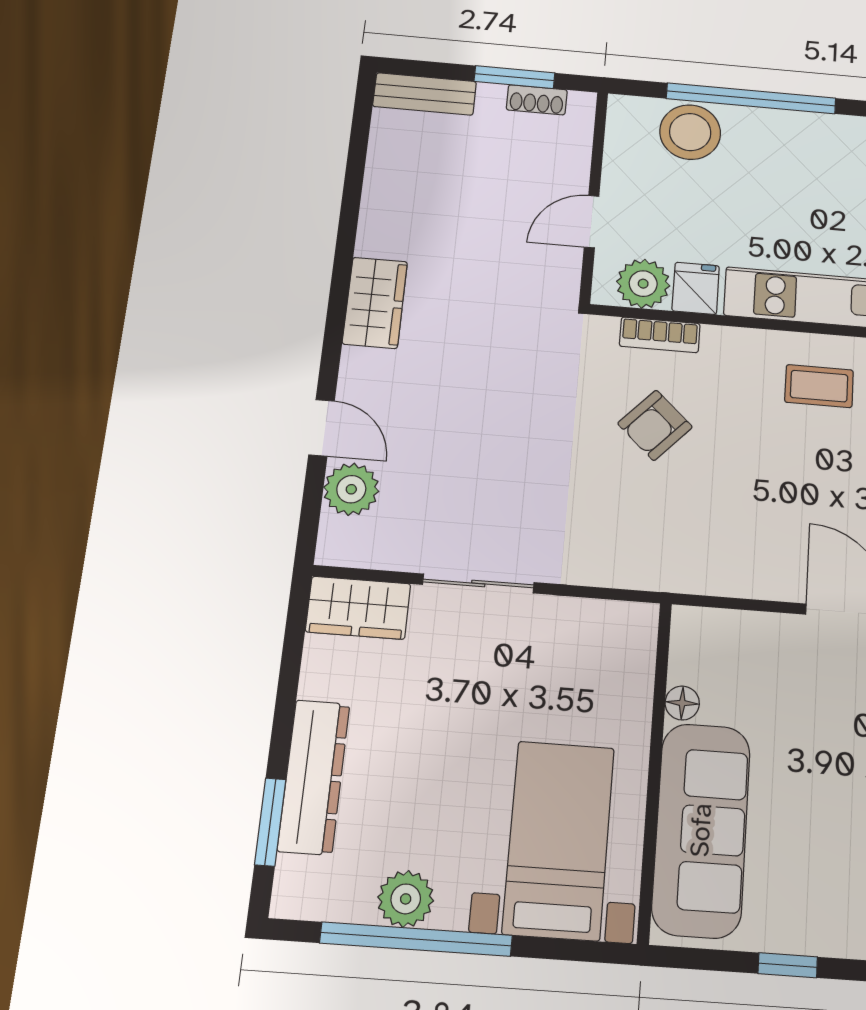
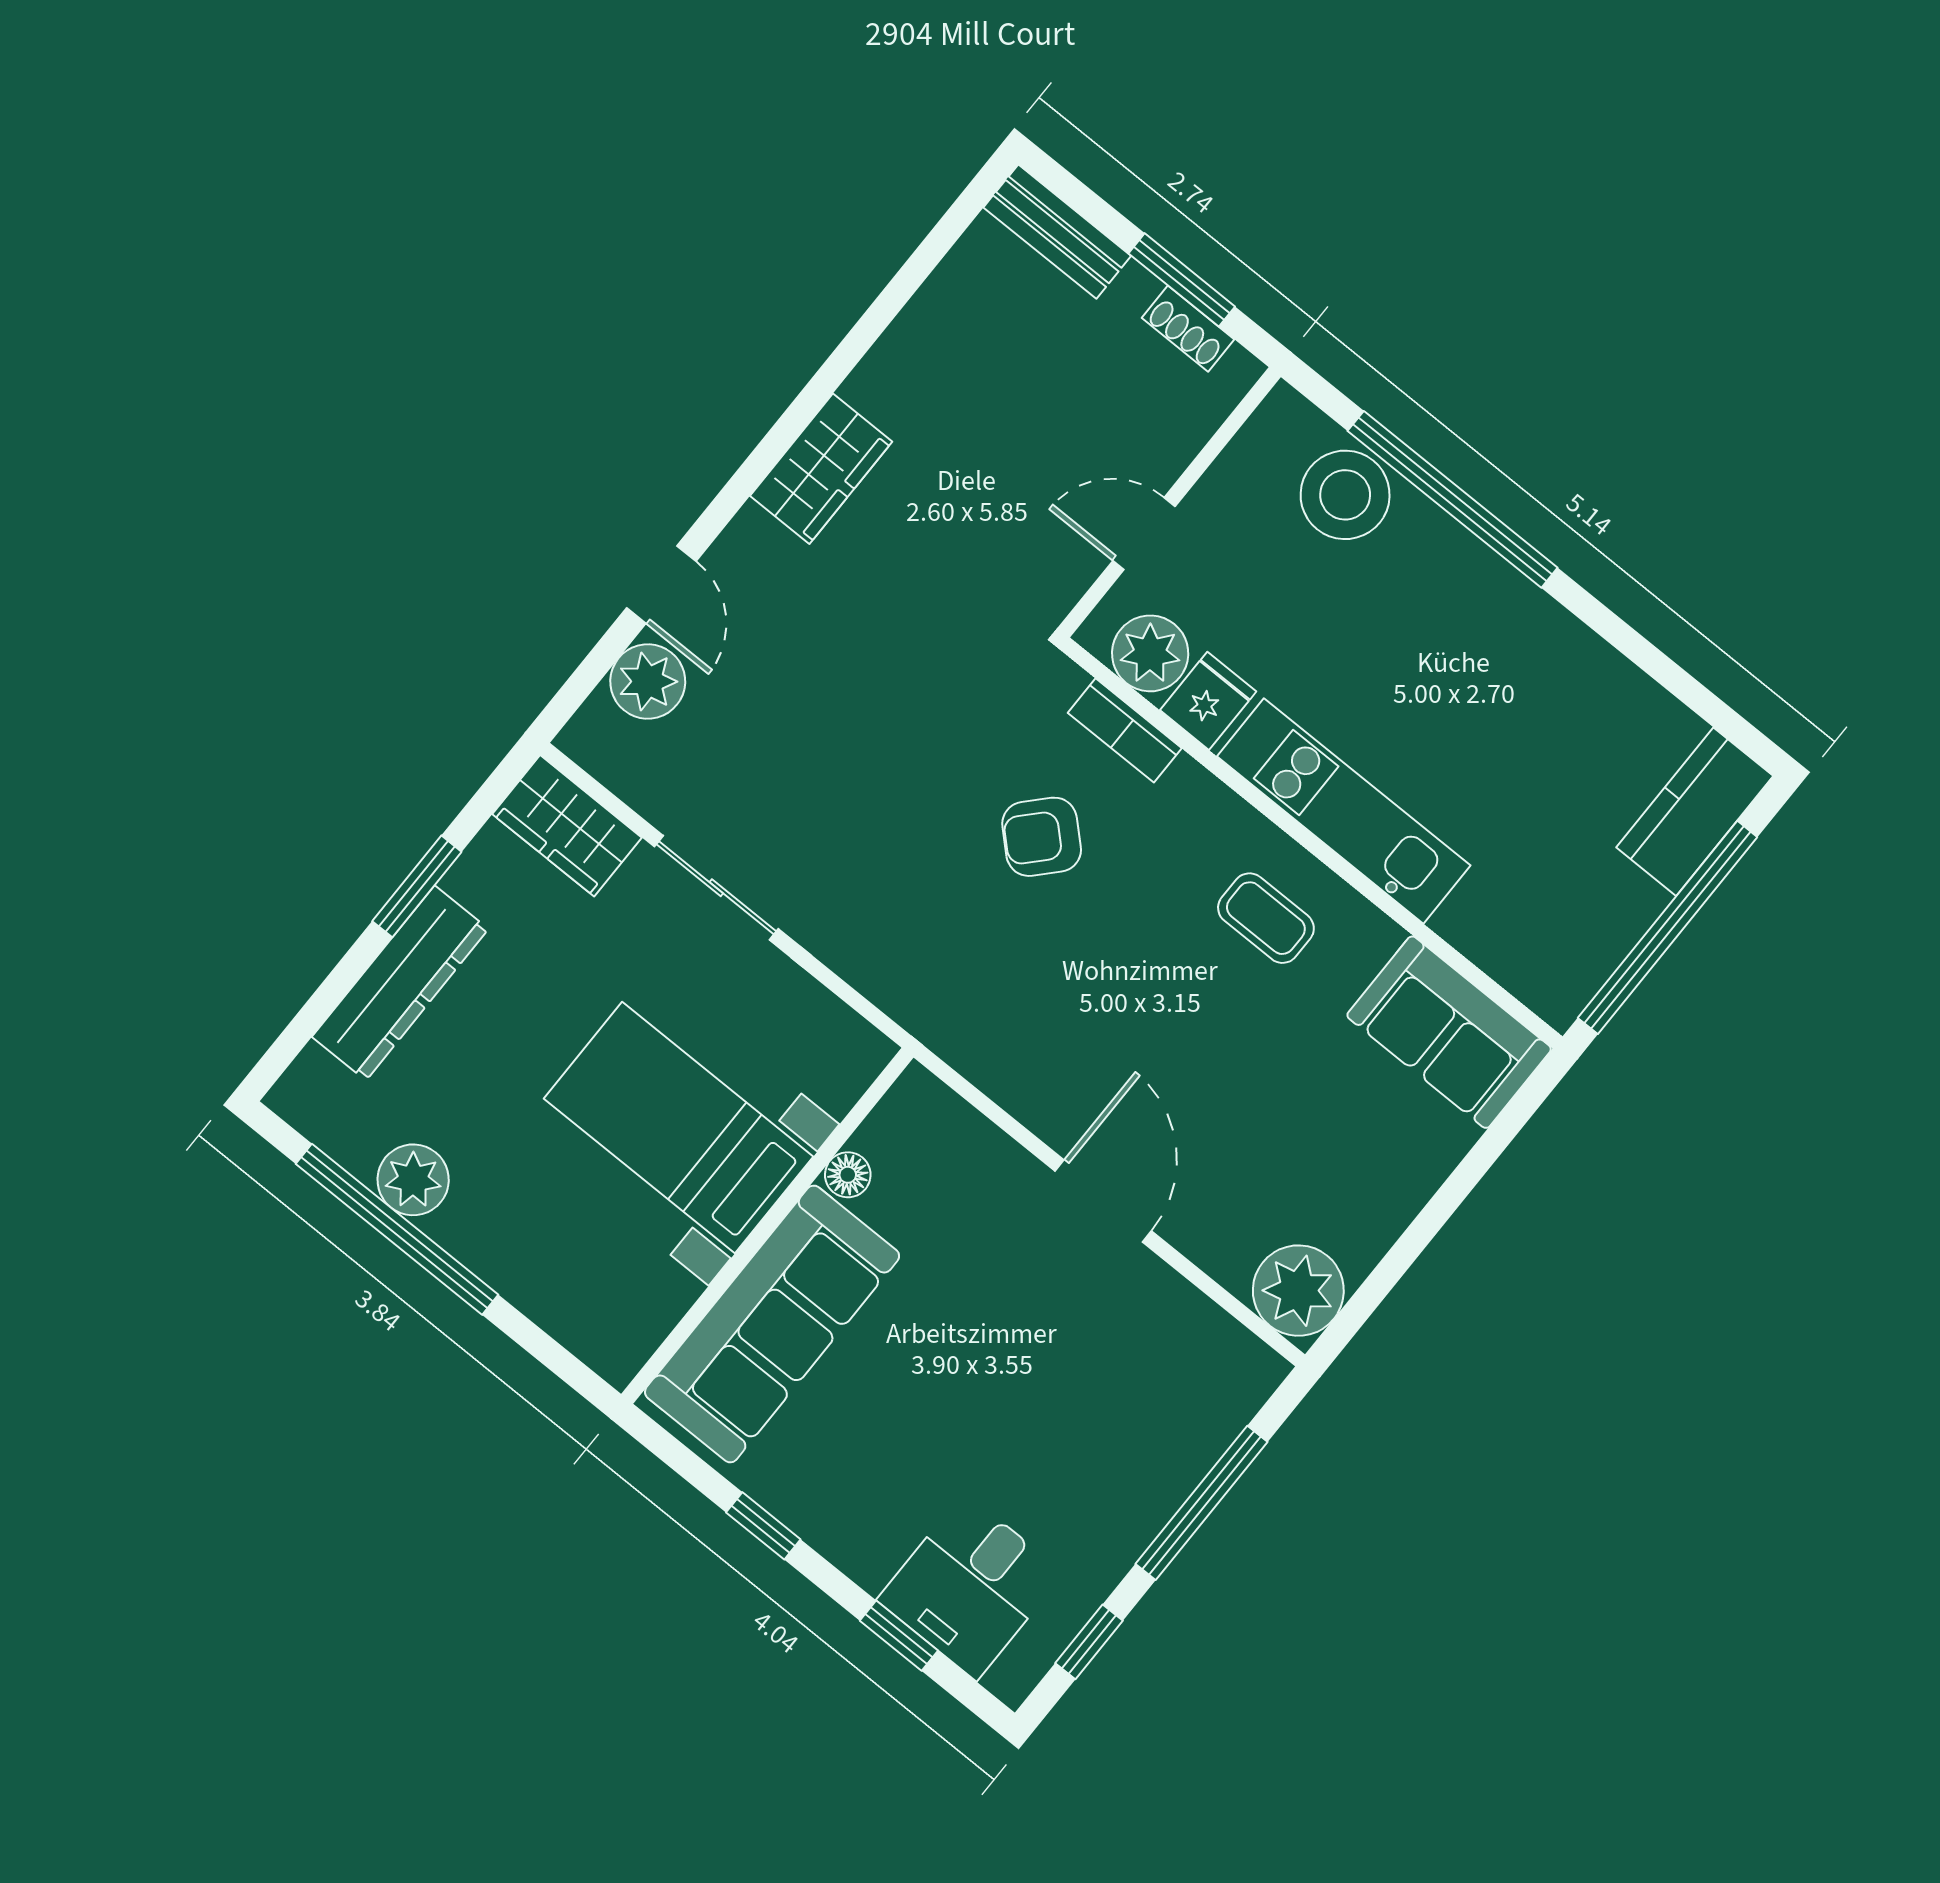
window: (270, 822) -> (417, 886), moved
bed with nightstands: (559, 840) -> (678, 1128), moved, turned -90

